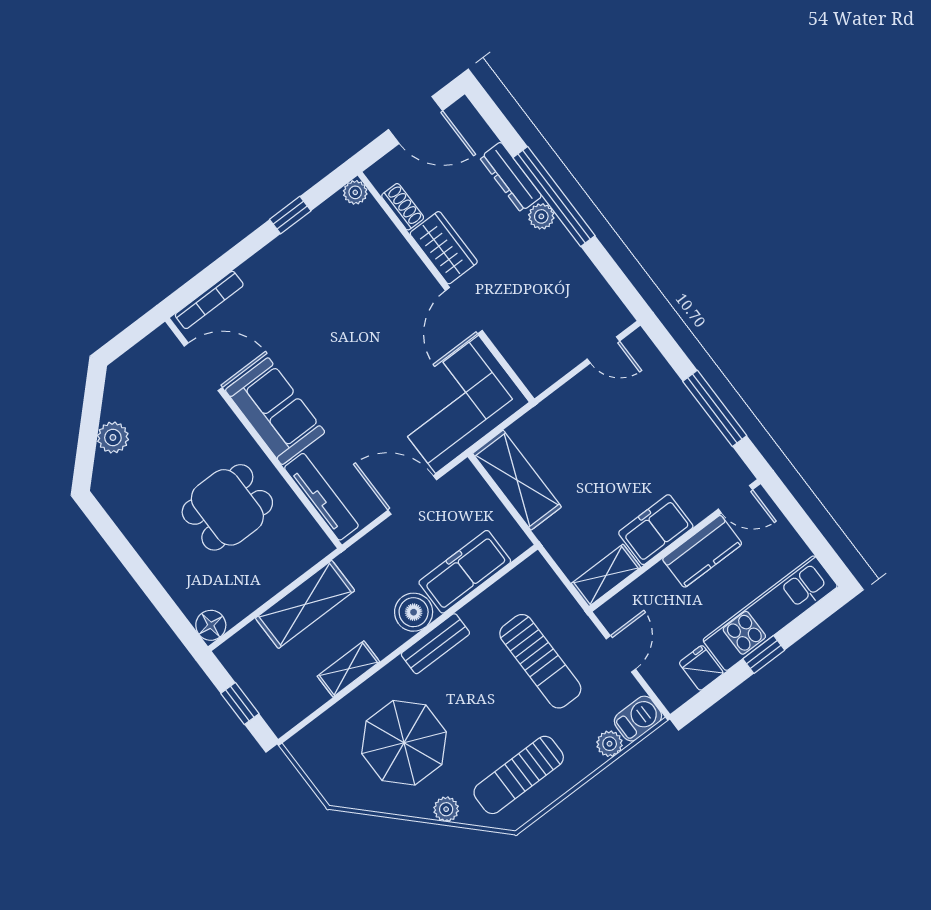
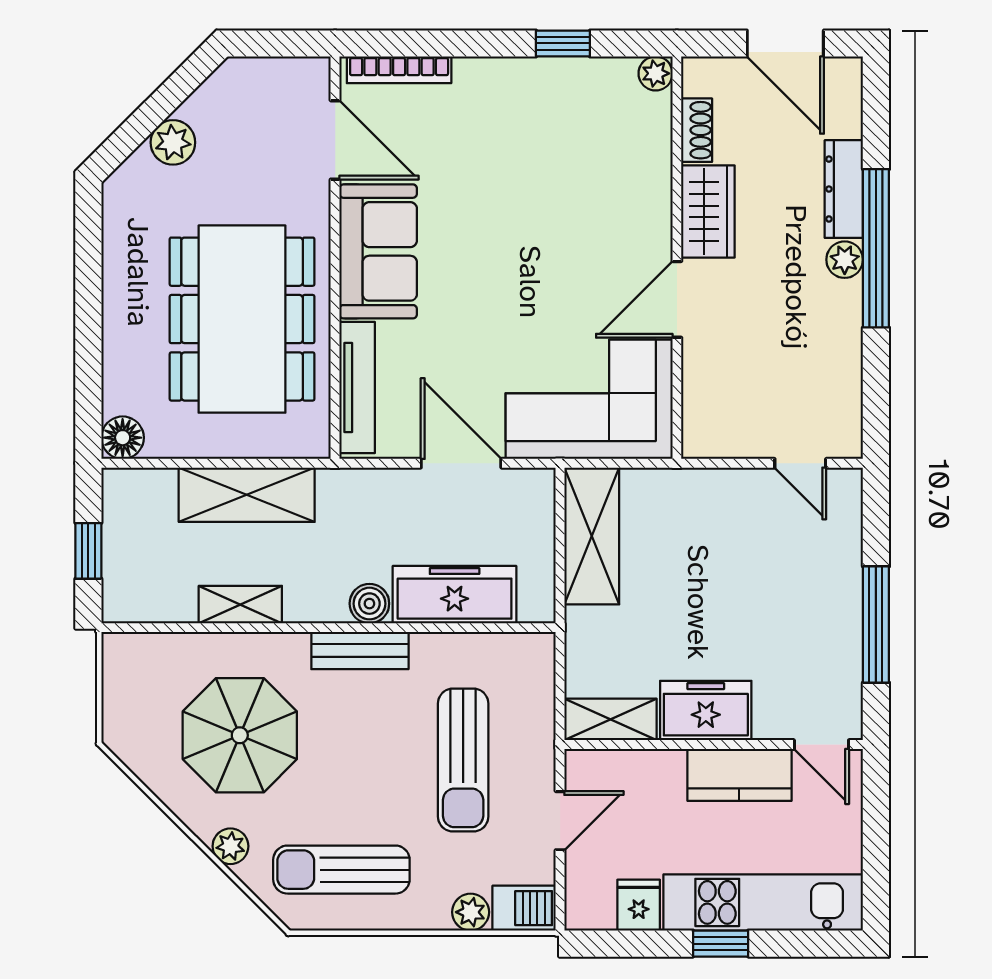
dining table: (227, 507) -> (242, 319), width x1.88, depth x1.24
boiler: (414, 612) -> (369, 604), width x0.73, depth x0.73

